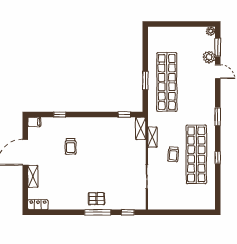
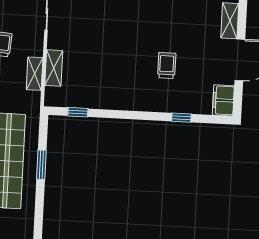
filing cabinet: (34, 122) -> (223, 100), width x2.00
shelving: (141, 128) -> (54, 68), moved

